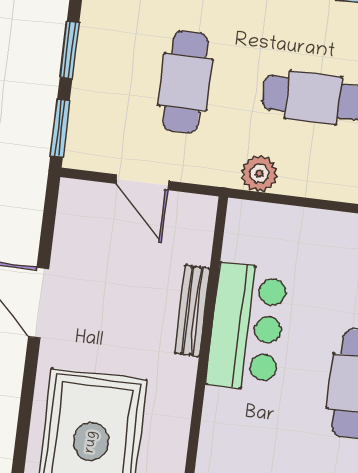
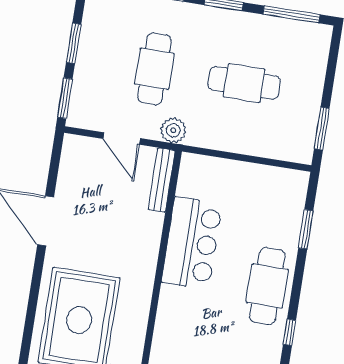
plant: (259, 174) -> (173, 130), moved
bench: (192, 311) -> (162, 180), moved

